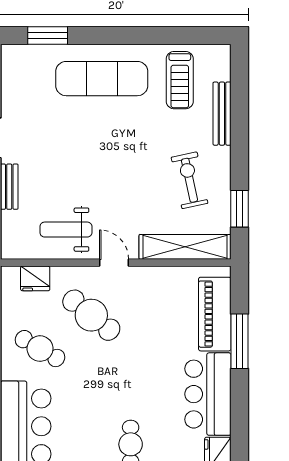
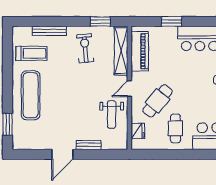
exercise bike: (190, 180) -> (85, 48), turned 97
piano: (215, 314) -> (140, 51), moved, turned -90
window: (239, 341) -> (172, 21), width x0.69
cafe table: (40, 349) -> (175, 128), turned -30

